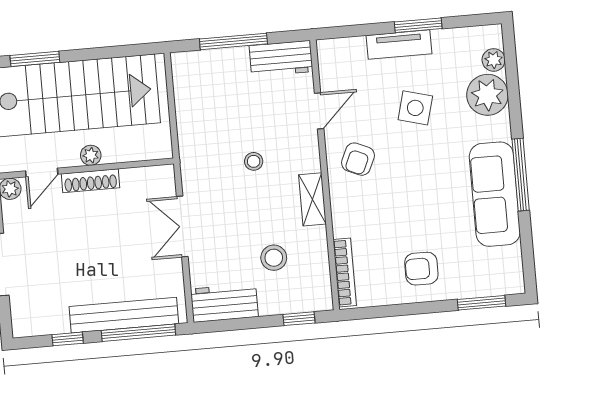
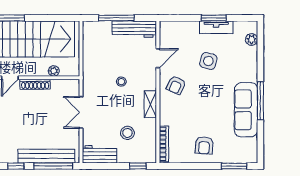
tv unit: (399, 45) -> (216, 27), moved
workbench: (281, 59) -> (134, 29), width x1.38
plant: (487, 95) -> (247, 57), removed
plant: (91, 155) -> (54, 71), moved
armchair: (421, 269) -> (204, 145), turned -86

